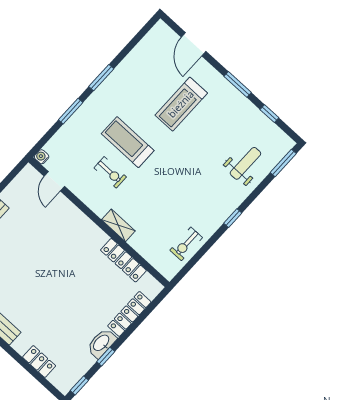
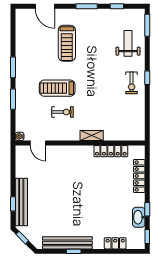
exercise bike: (186, 244) -> (132, 83), moved
washbasin: (102, 343) -> (139, 217), moved

